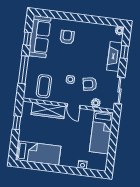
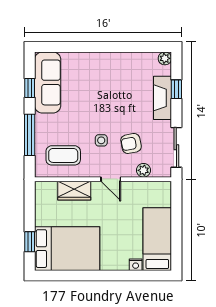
armchair: (67, 37) -> (88, 78), removed
coffee table: (44, 86) -> (63, 155), turned 90
wardrobe: (48, 110) -> (74, 191), width x0.67
window: (17, 123) -> (30, 242), moved
bed: (101, 132) -> (157, 239), moved, turned 180
bed: (38, 153) -> (67, 249), width x1.50

